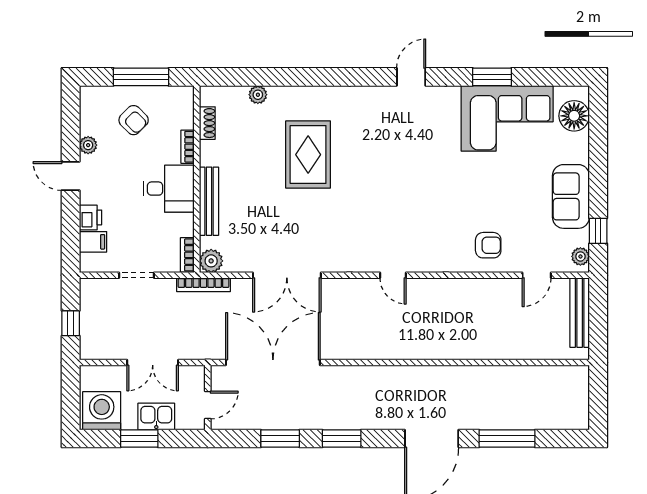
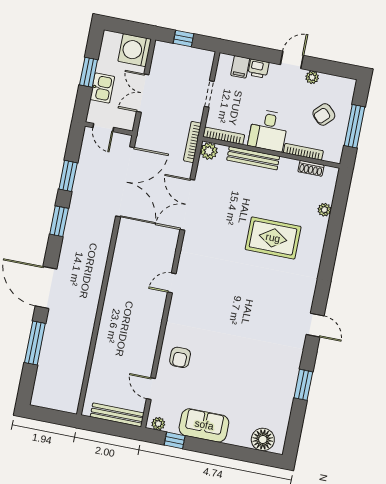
corner sofa: (507, 118) -> (271, 390), removed
bookcase: (188, 147) -> (303, 152), width x1.56
bookcase: (187, 255) -> (224, 136), width x1.56
washing machine: (102, 411) -> (135, 50), moved, turned 180

